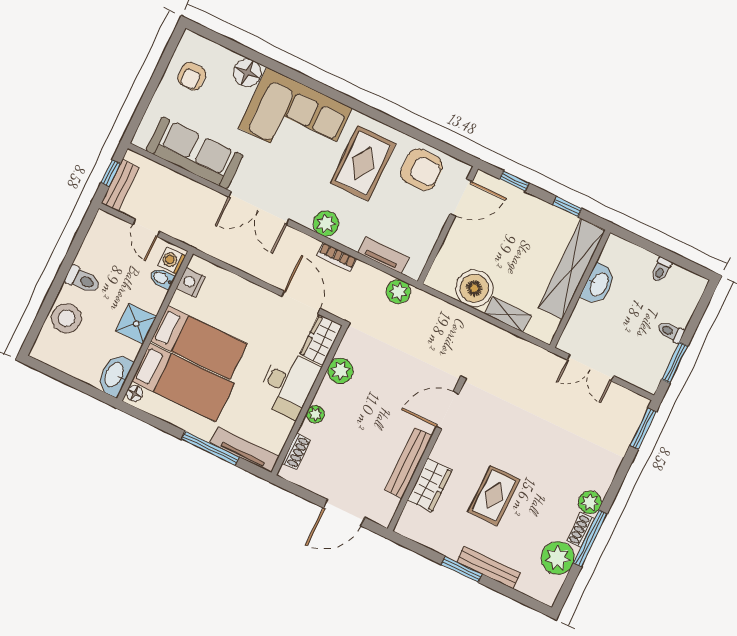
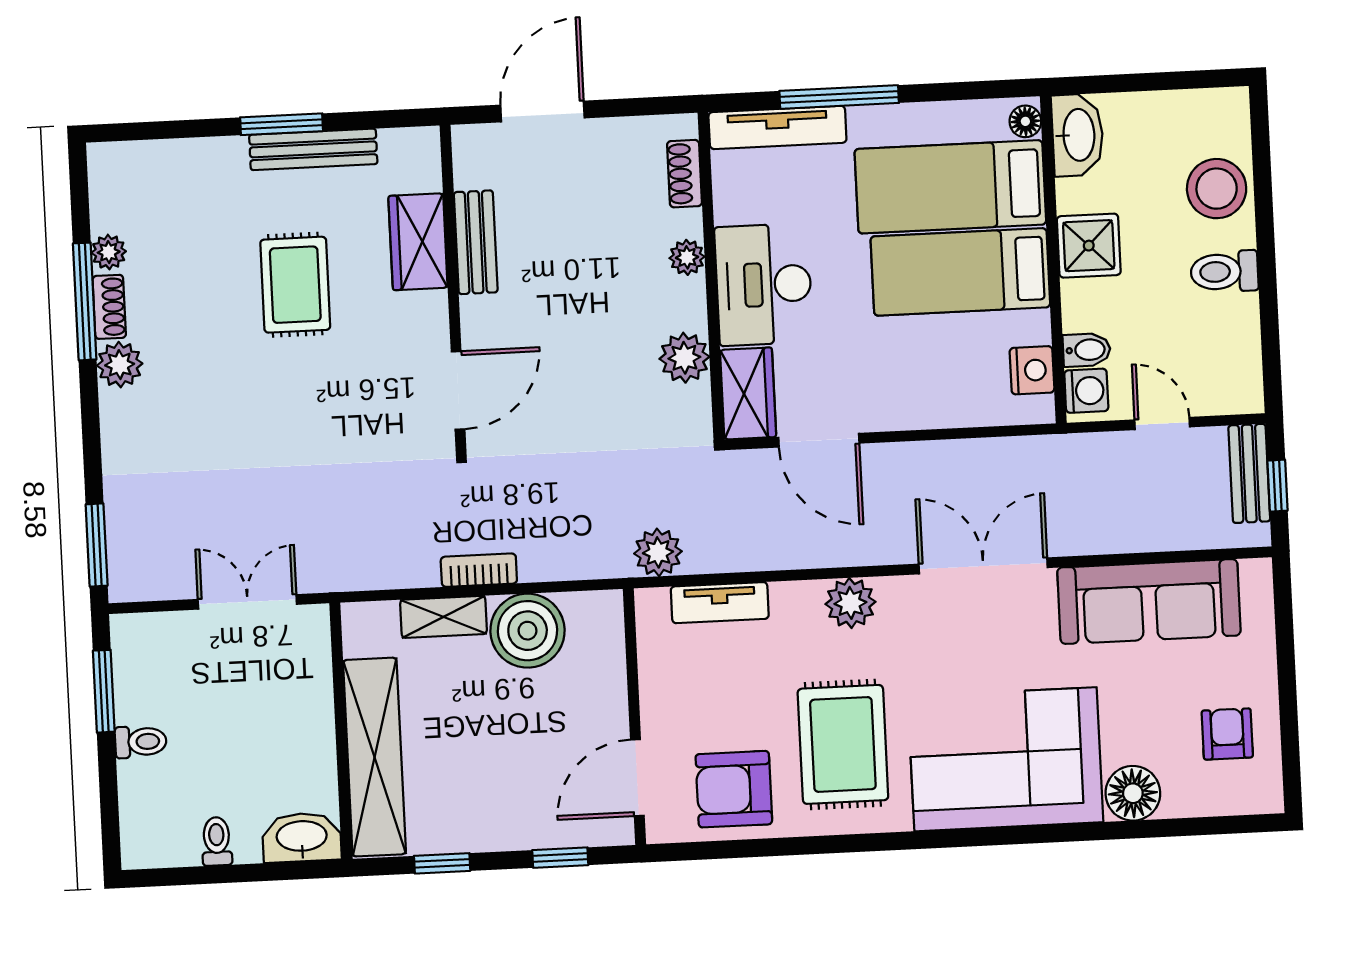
bookcase: (337, 257) -> (479, 570), moved
washbasin: (598, 284) -> (302, 837), moved, turned 90
bench: (409, 463) -> (476, 242), width x0.73
plant: (558, 558) -> (109, 252), width x0.53, depth x0.53
bench: (489, 567) -> (313, 149), moved

